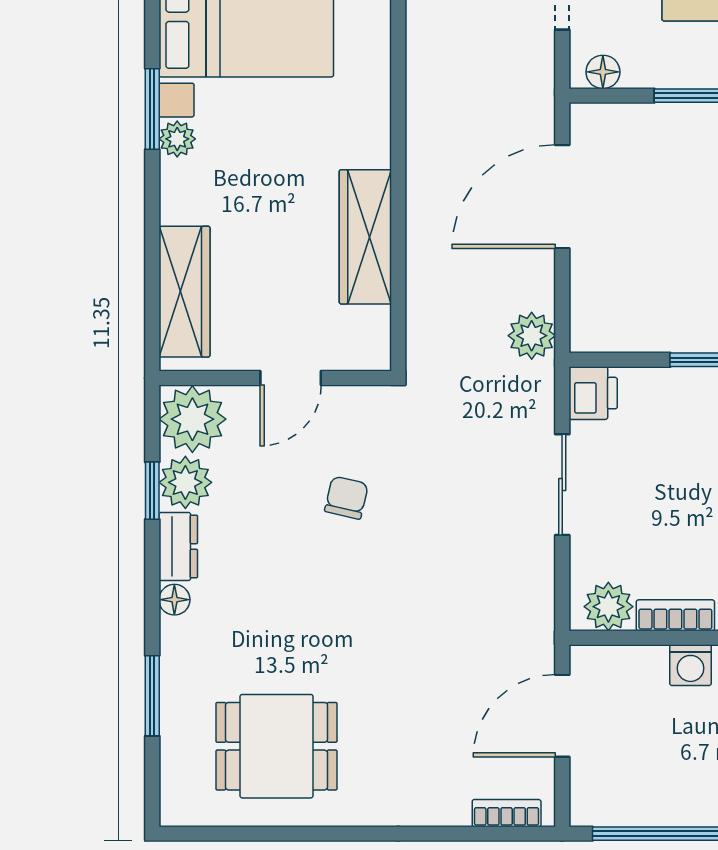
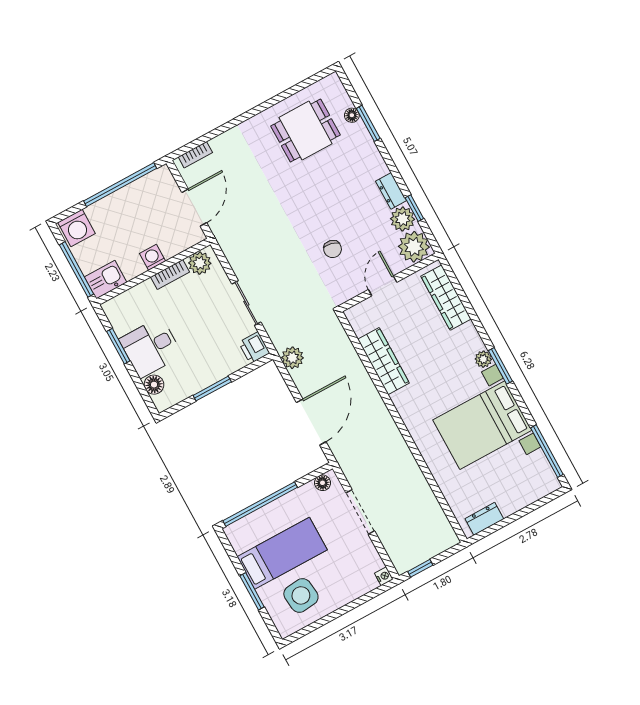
floor lamp: (174, 600) -> (352, 115), moved

